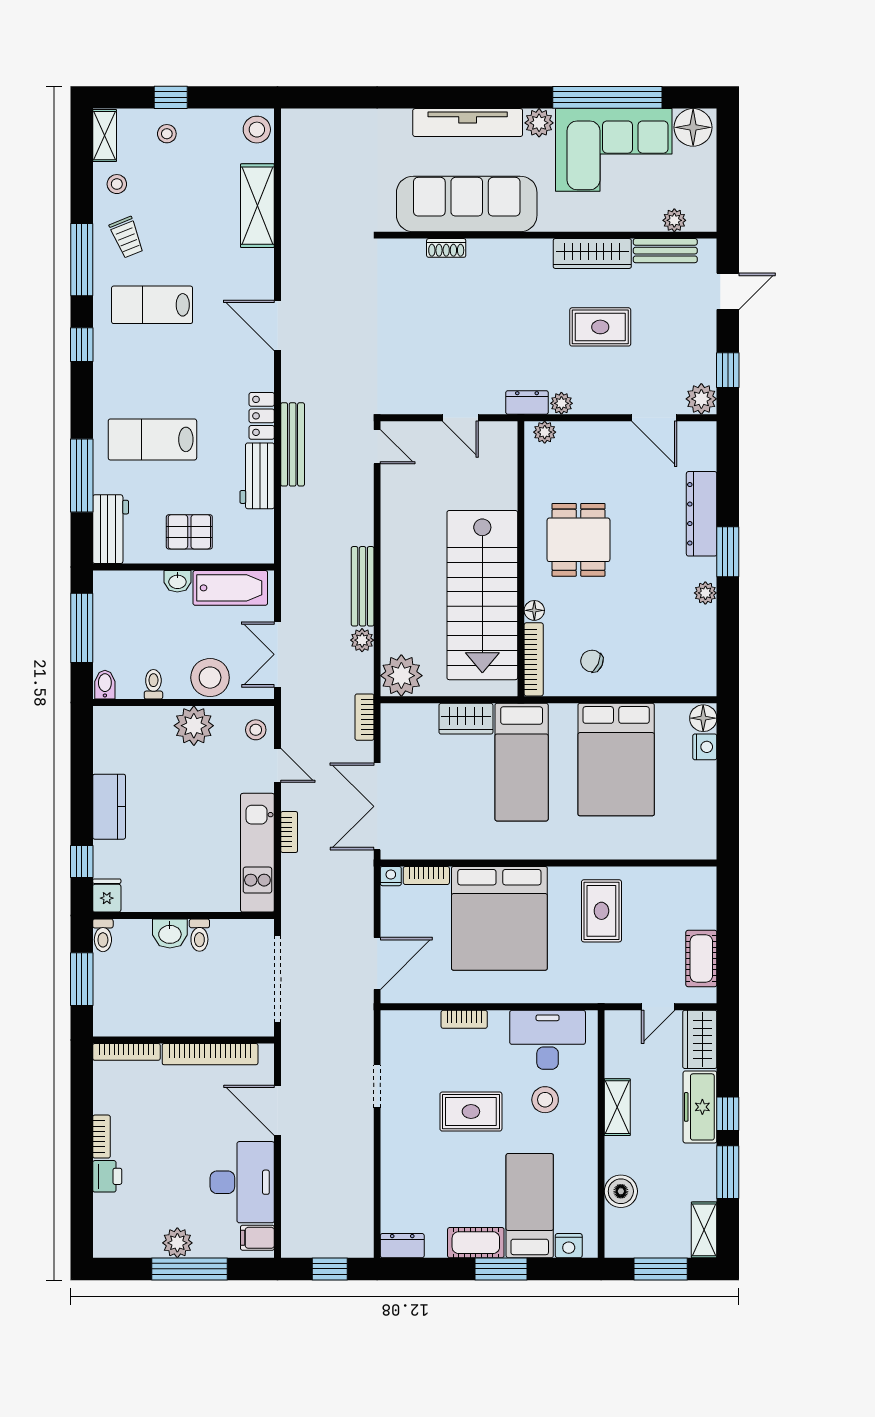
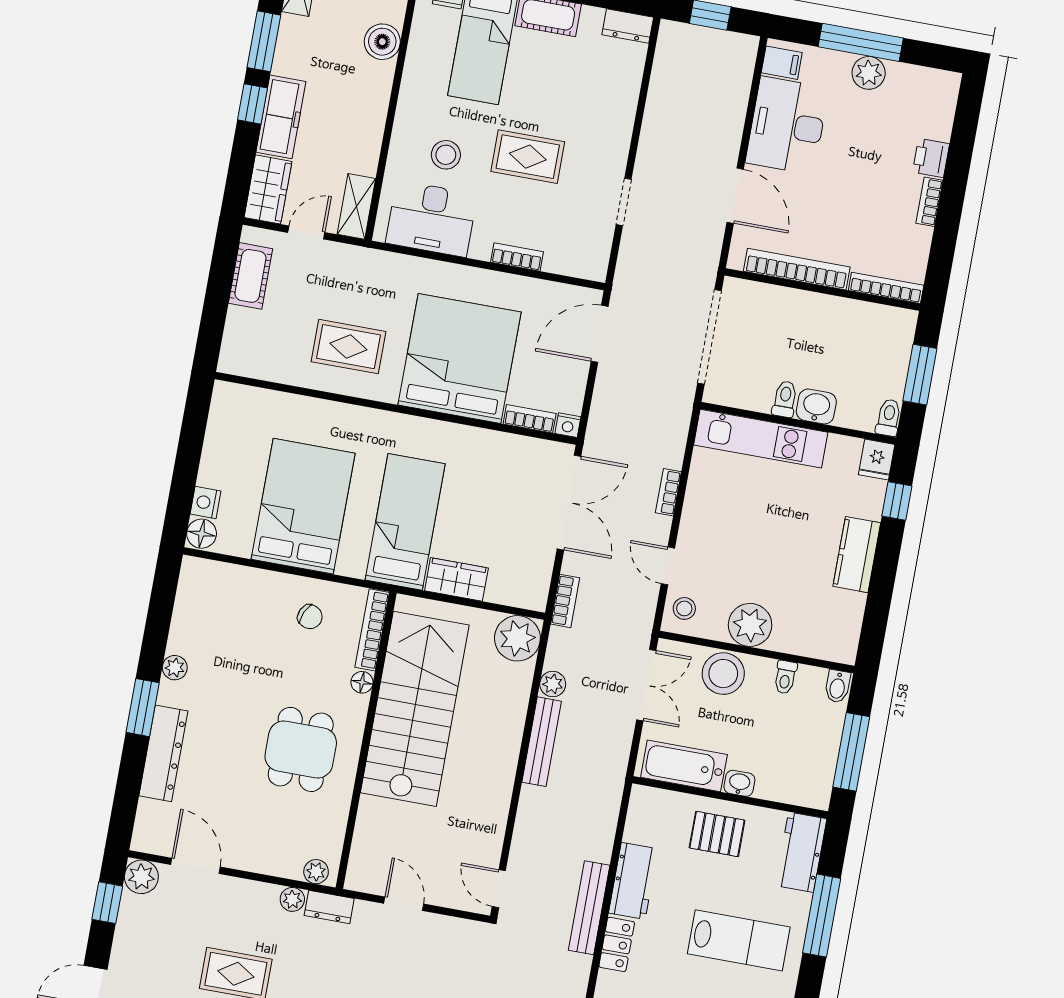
kitchen unit: (257, 853) -> (761, 439), moved, turned 90
rug: (601, 911) -> (348, 347), turned 90
shelving: (617, 1107) -> (356, 206), moved

